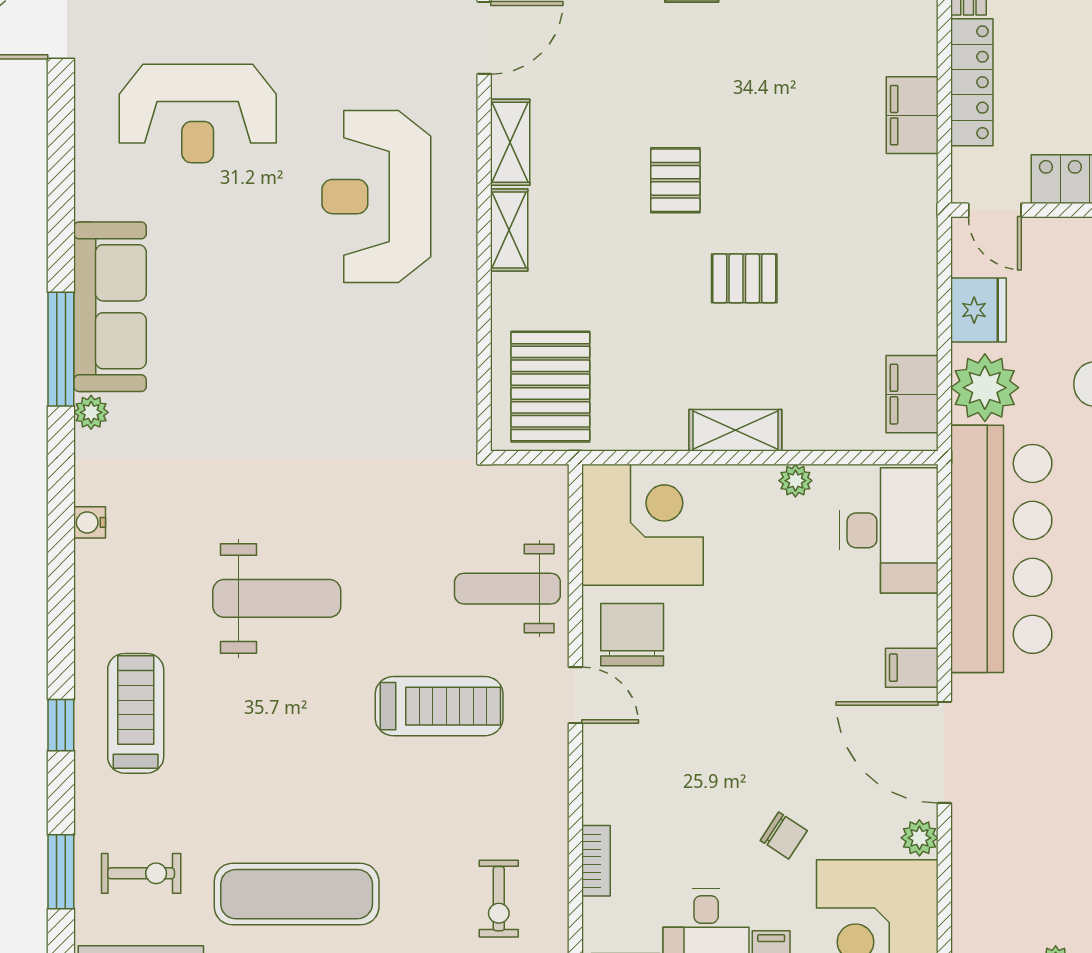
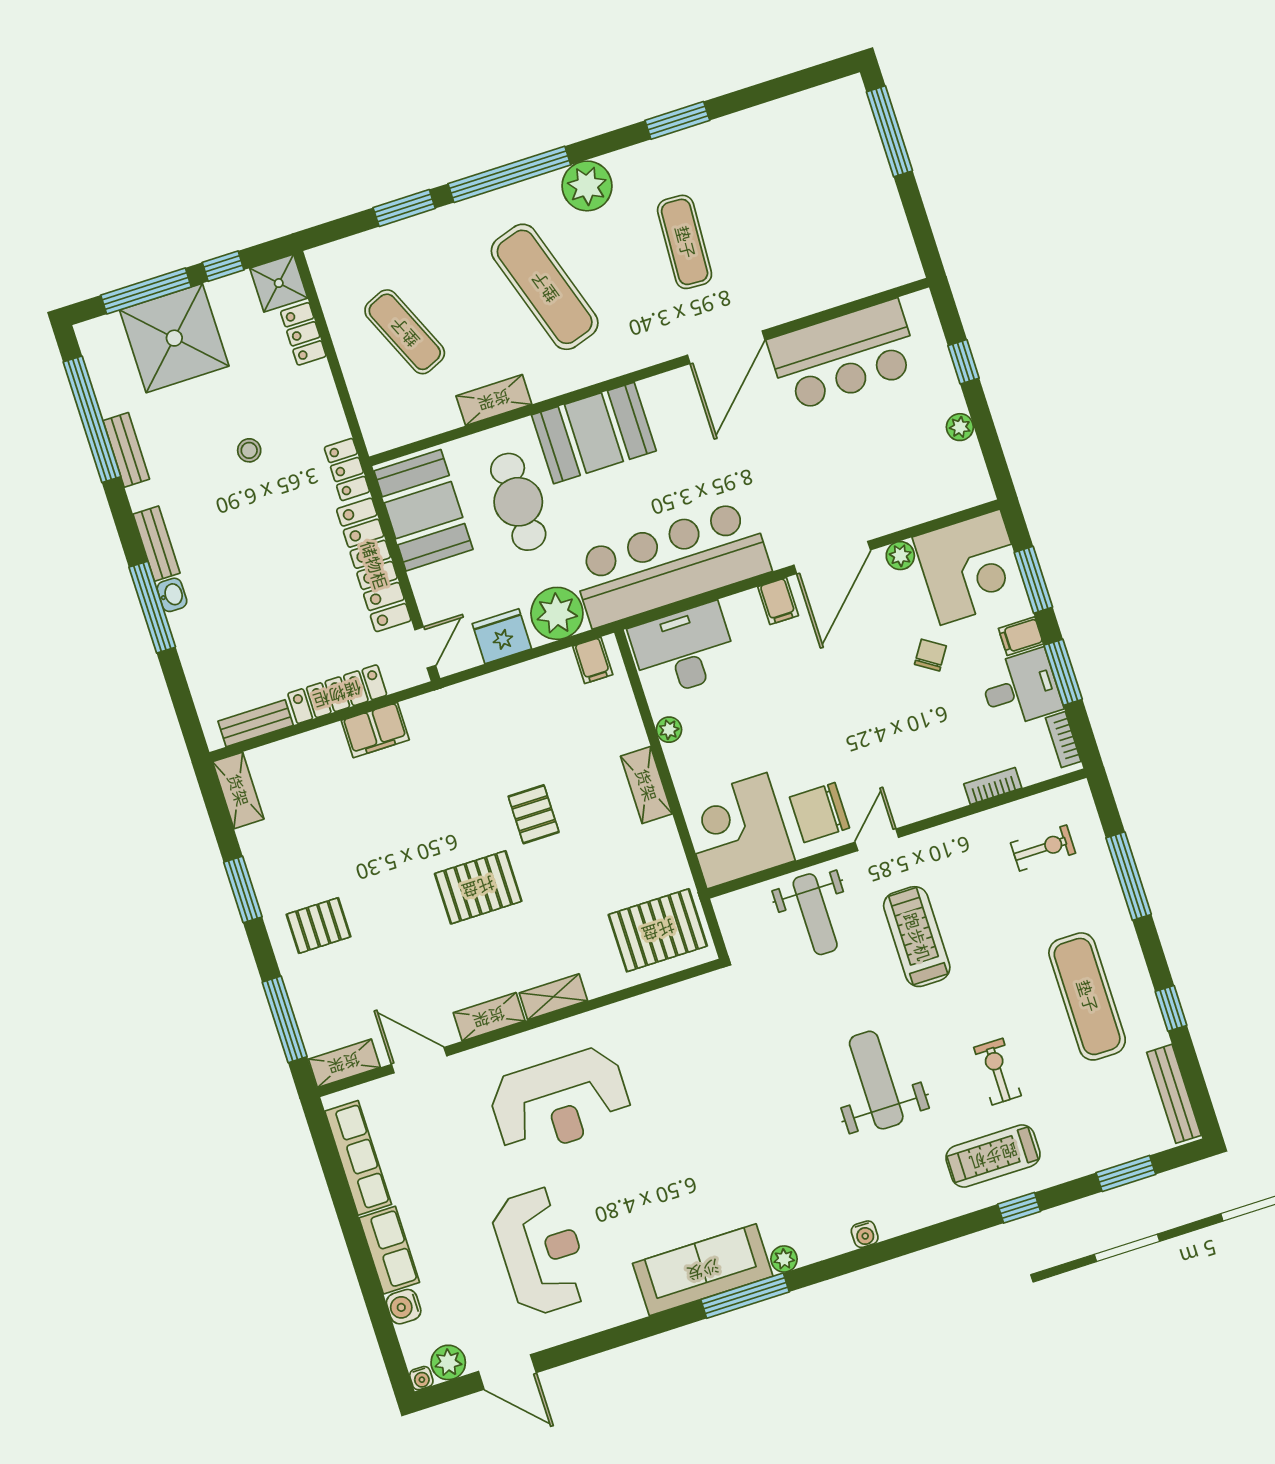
pallet: (675, 180) -> (478, 887), width x1.50, depth x1.42
filing cabinet: (912, 394) -> (593, 660), width x0.50
exercise bike: (141, 873) -> (997, 1072), moved

